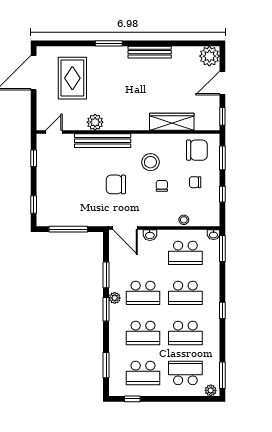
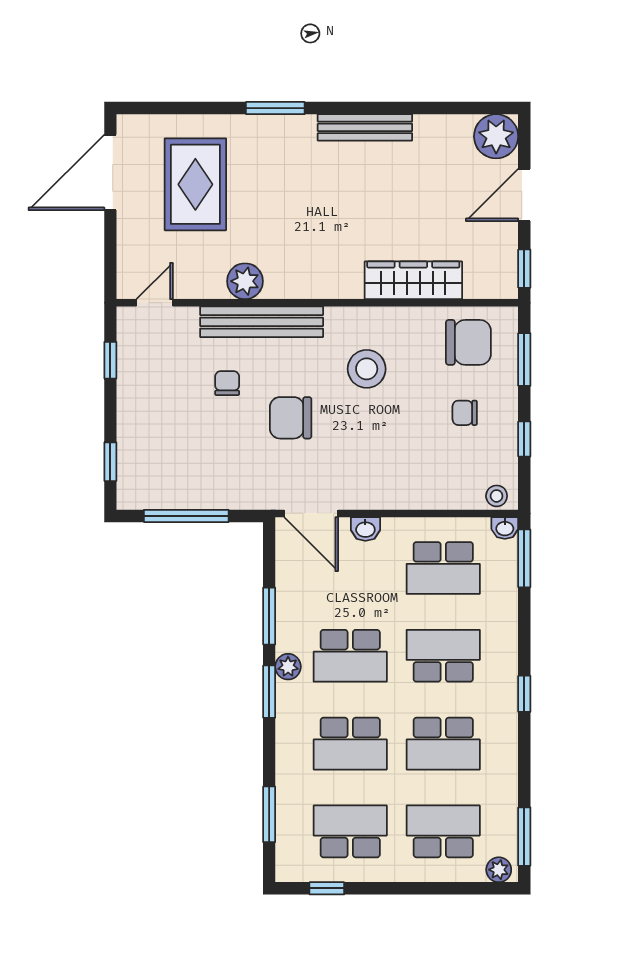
chair: (162, 186) -> (227, 383), moved
stool: (184, 220) -> (497, 496), moved
school desk: (185, 293) -> (443, 656), turned 180
school desk: (143, 373) -> (350, 831), turned 180

